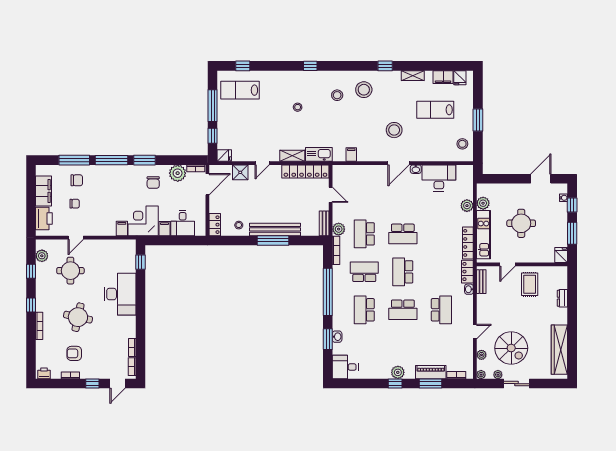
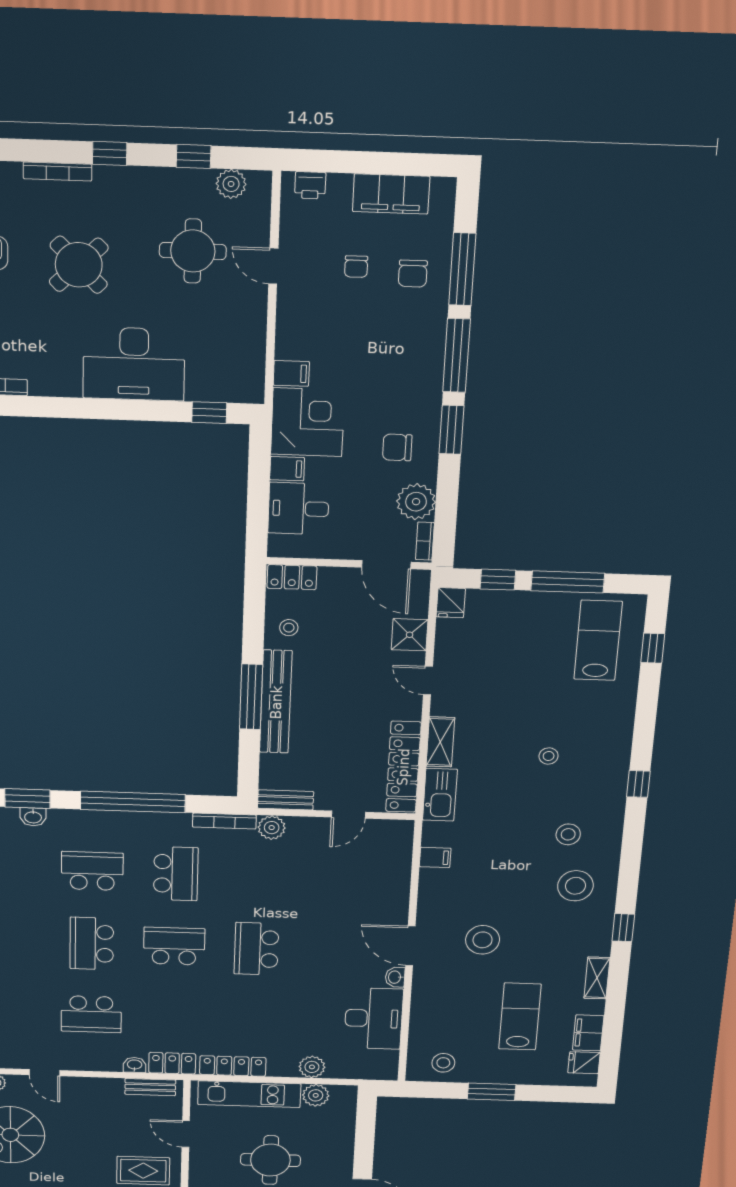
printer: (44, 219) -> (310, 185), width x0.53, depth x0.68
school desk: (364, 234) -> (259, 876), removed
round table: (78, 317) -> (79, 265), turned 34

